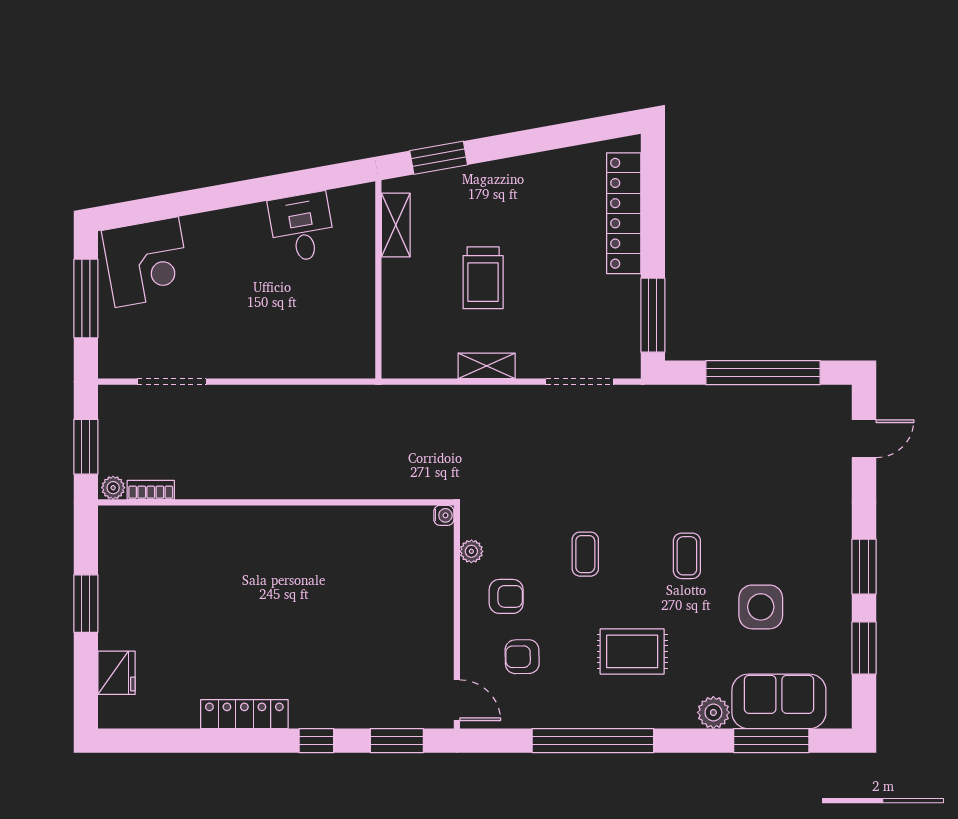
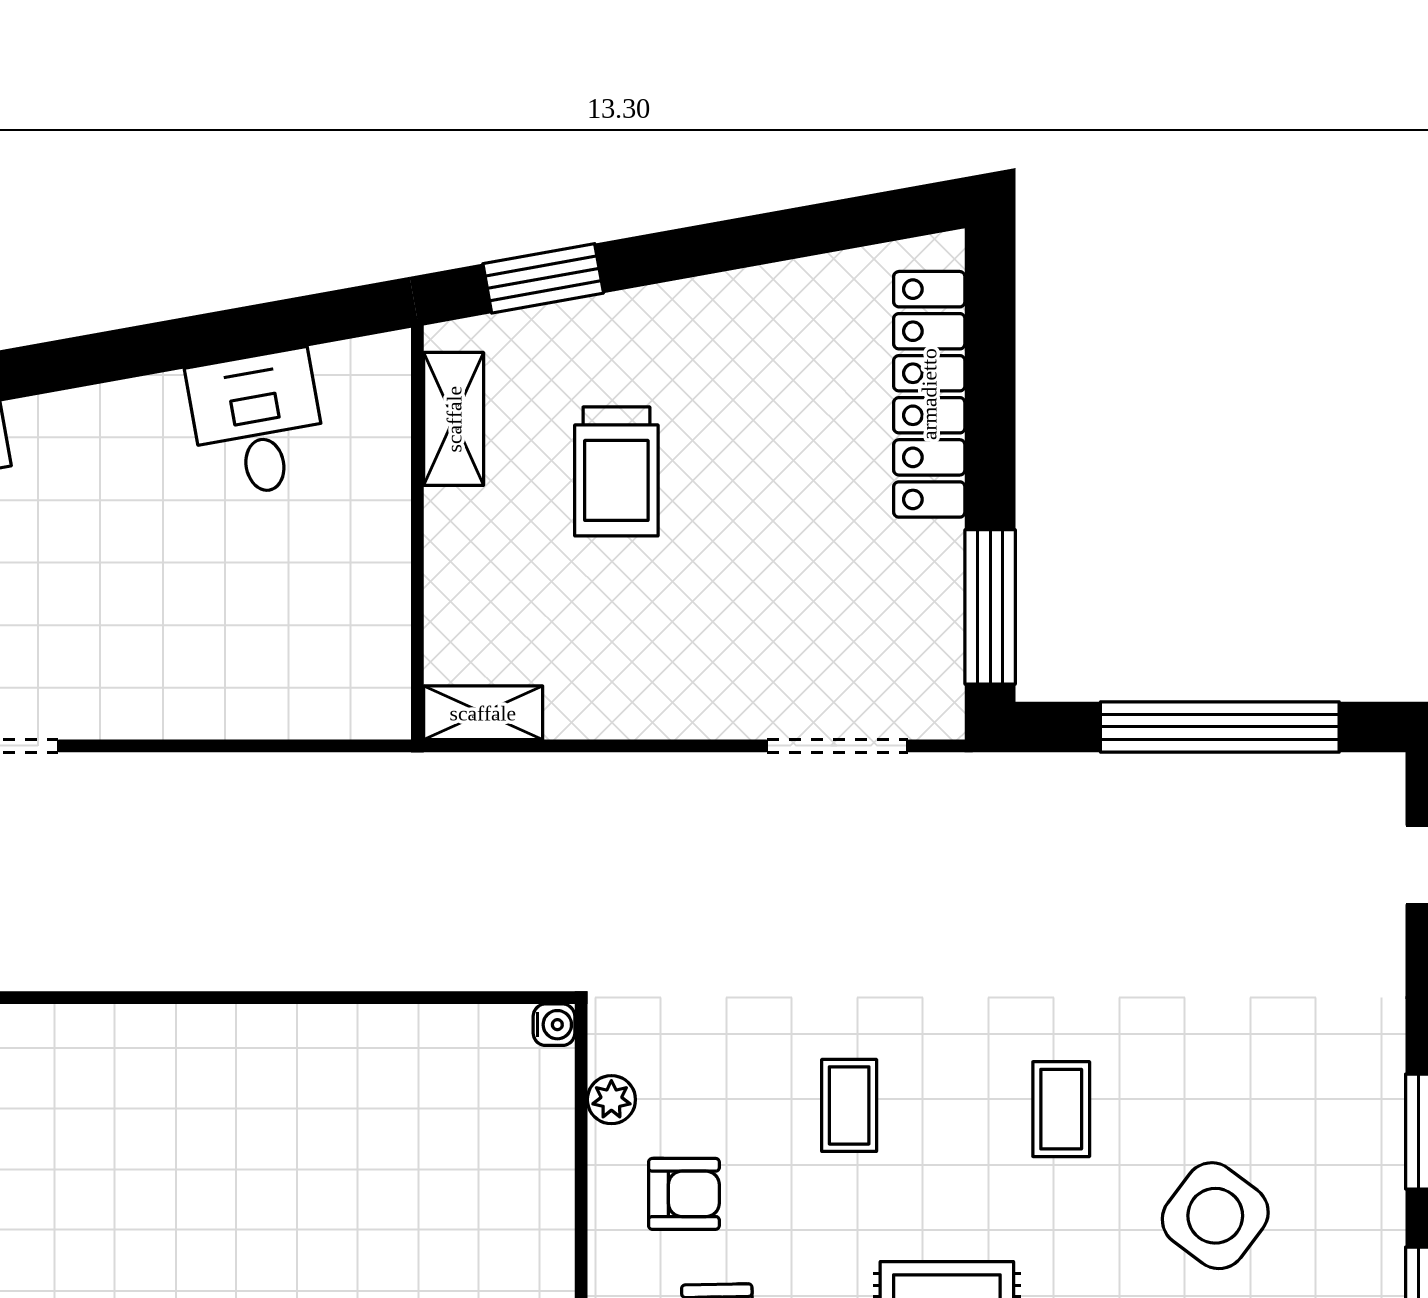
trolley: (483, 278) -> (616, 471), moved
shelving: (487, 366) -> (483, 713), moved
side table: (761, 607) -> (1215, 1216), turned 37

